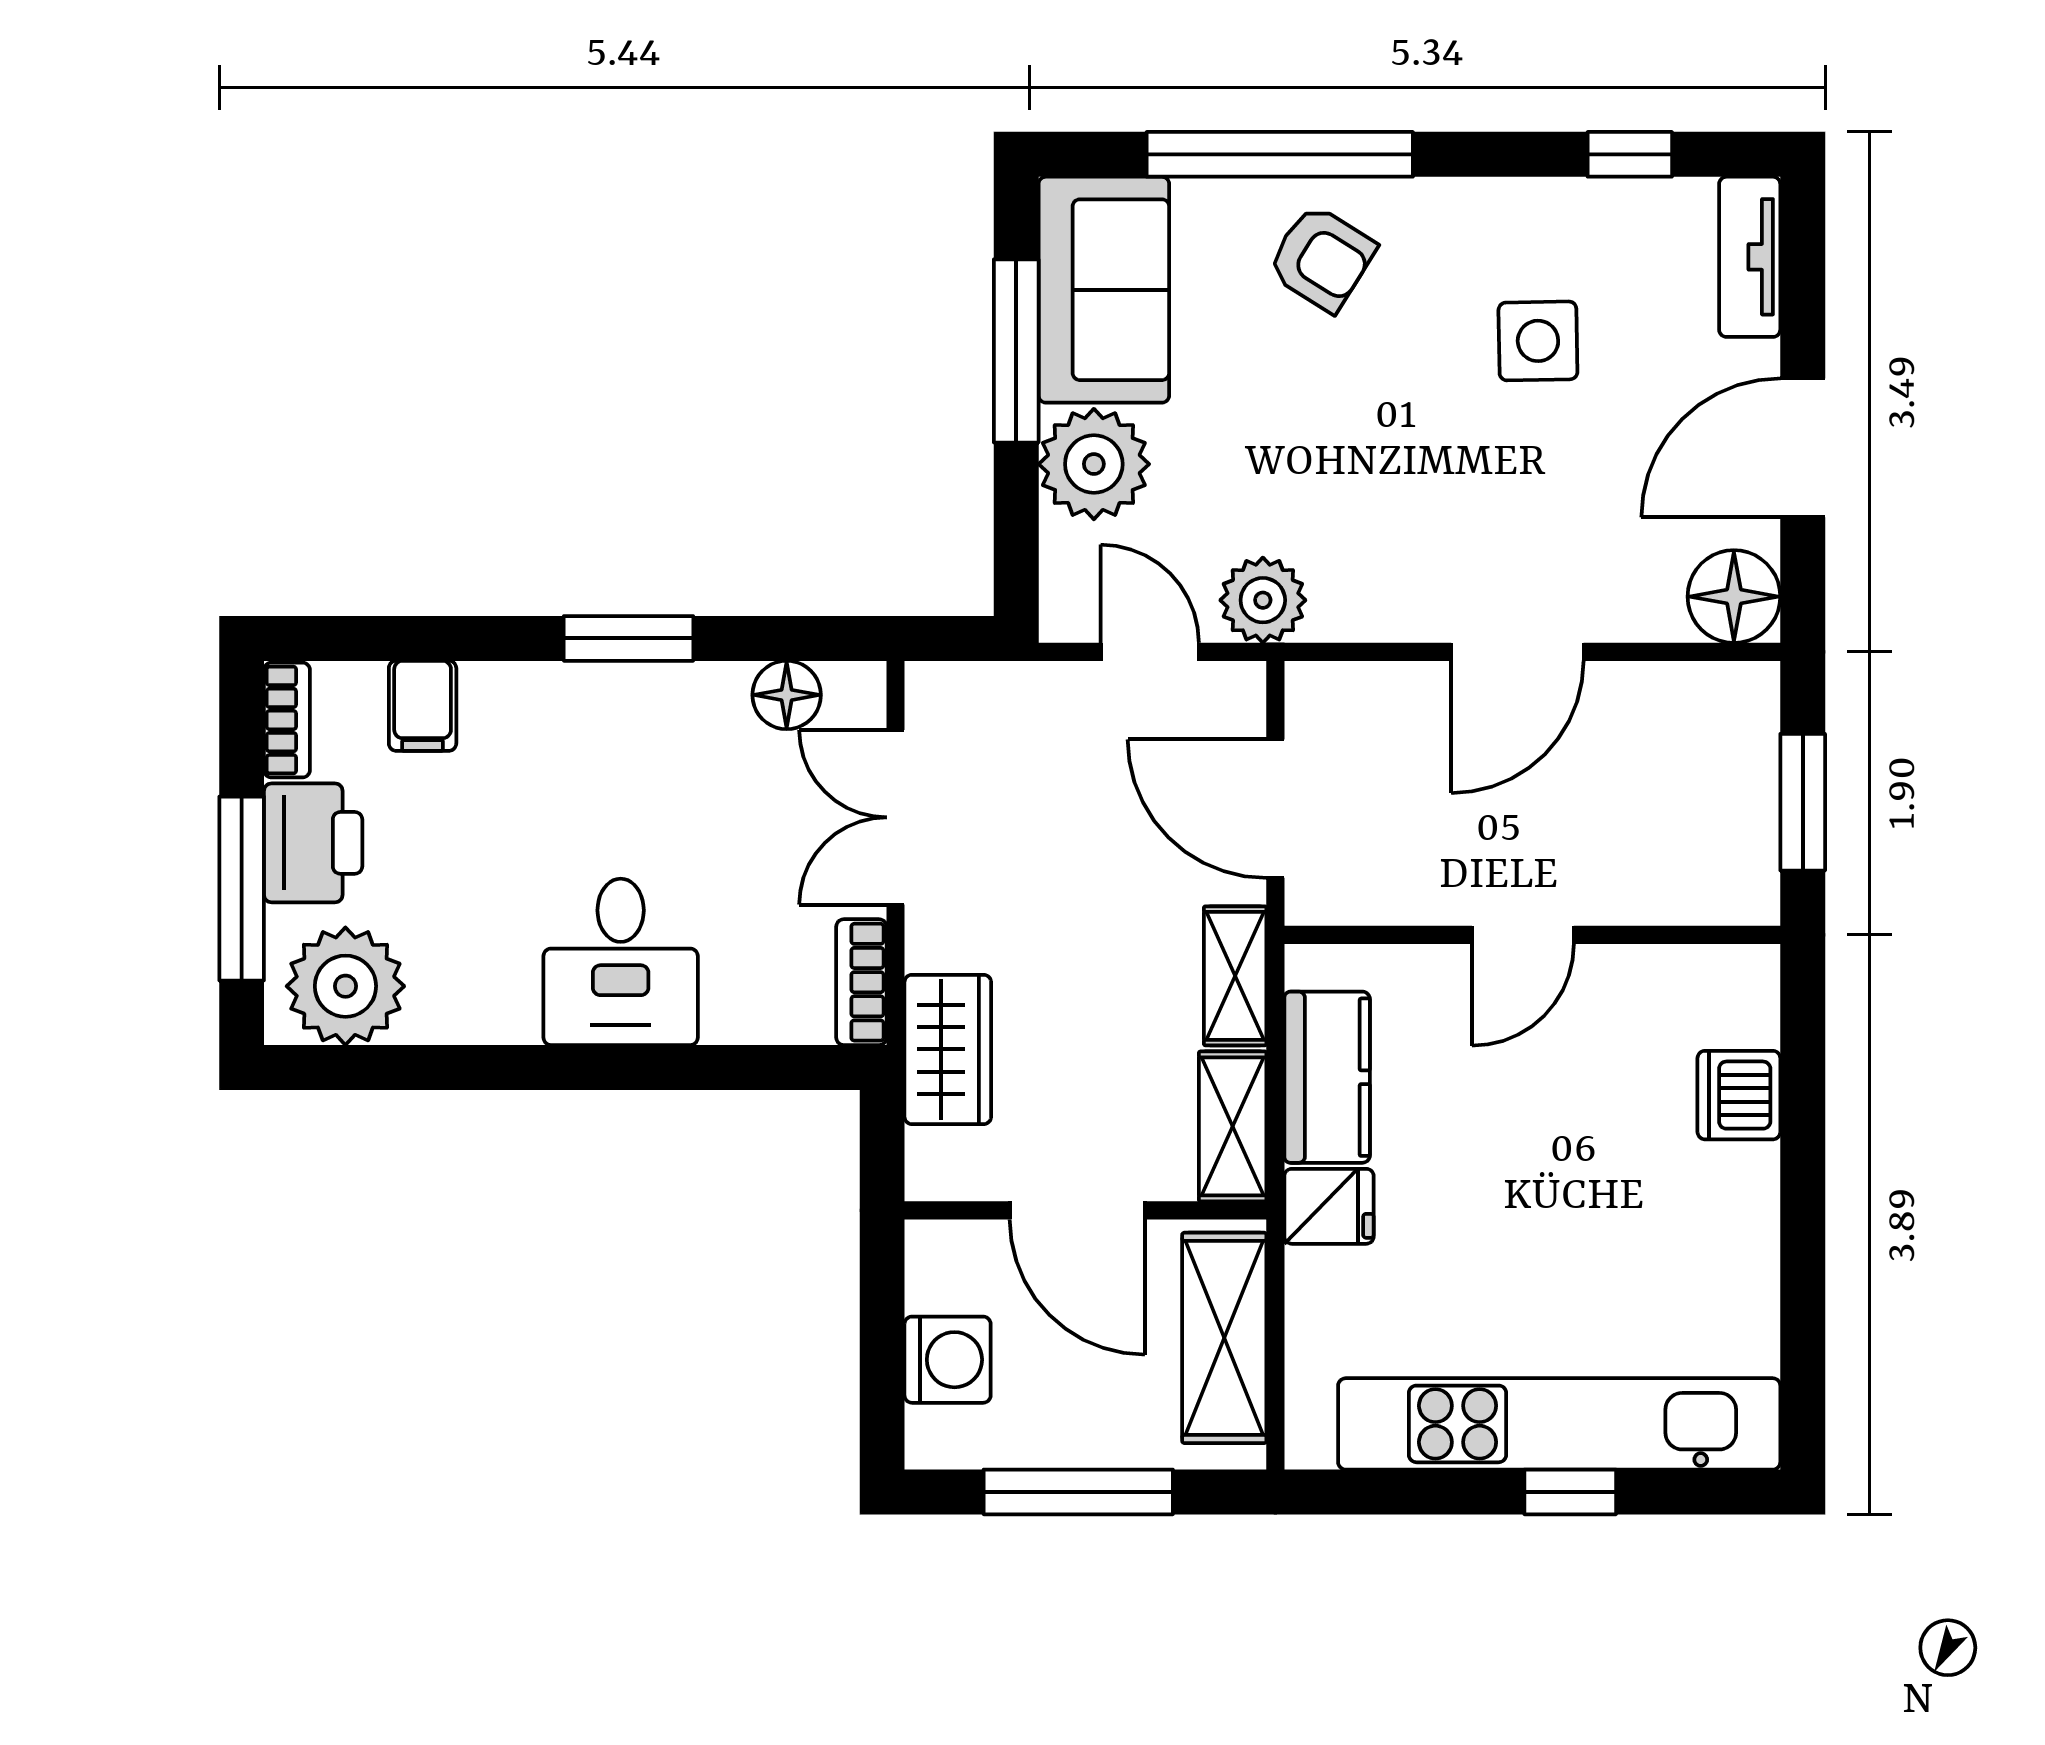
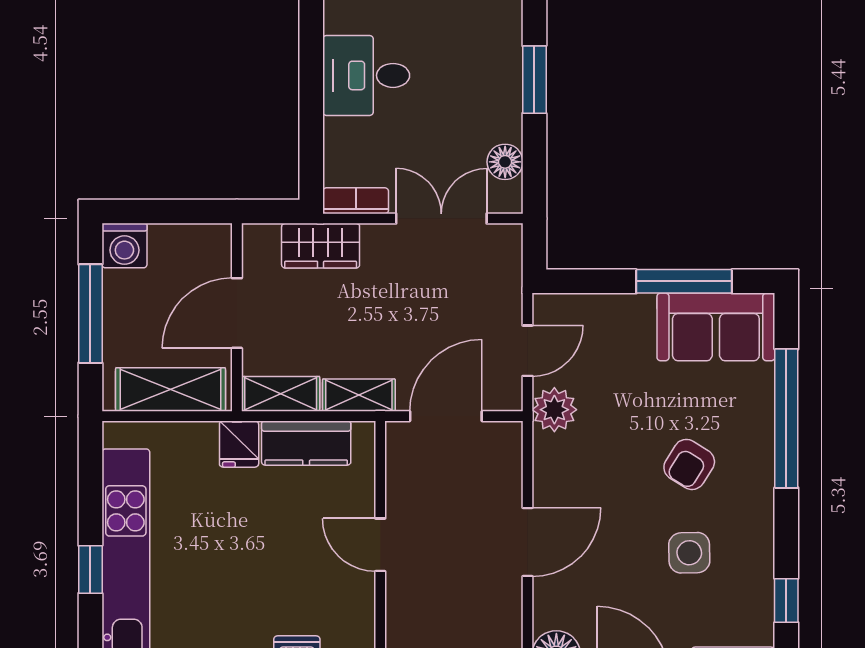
armchair: (1322, 258) -> (689, 464), moved
plant: (1094, 464) -> (625, 322), removed
door: (1517, 652) -> (527, 542), swing flipped
washing machine: (948, 1360) -> (124, 246), moved

